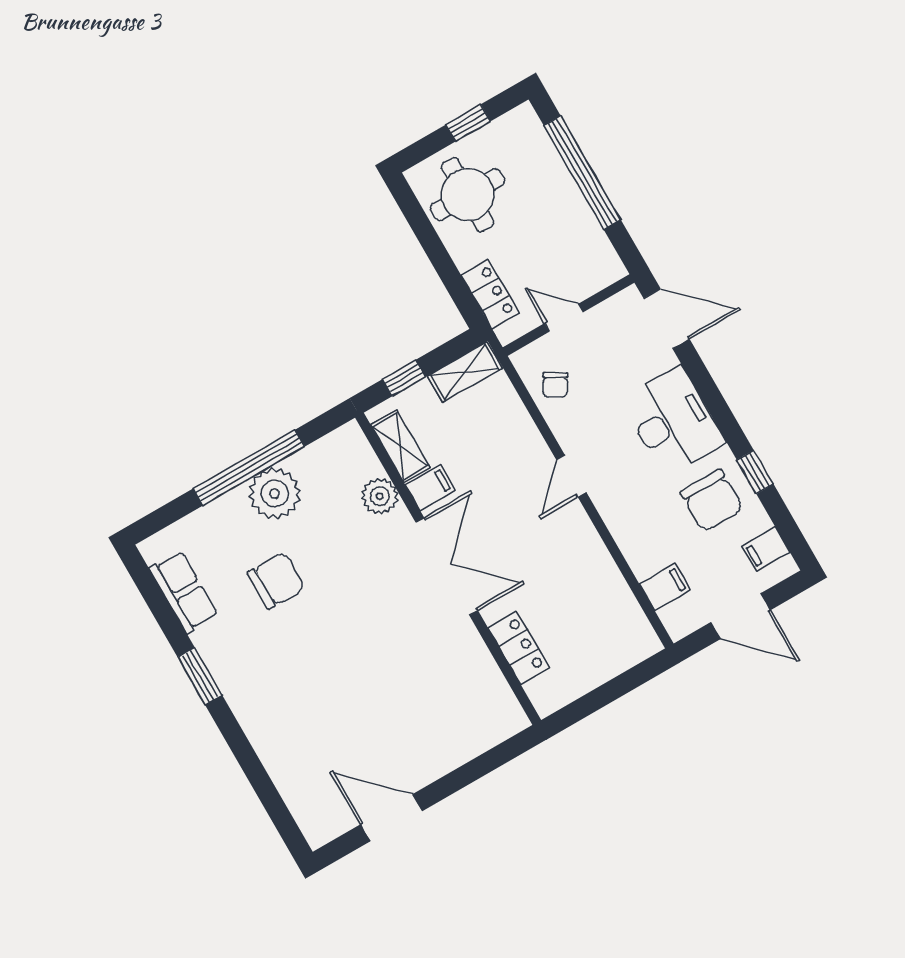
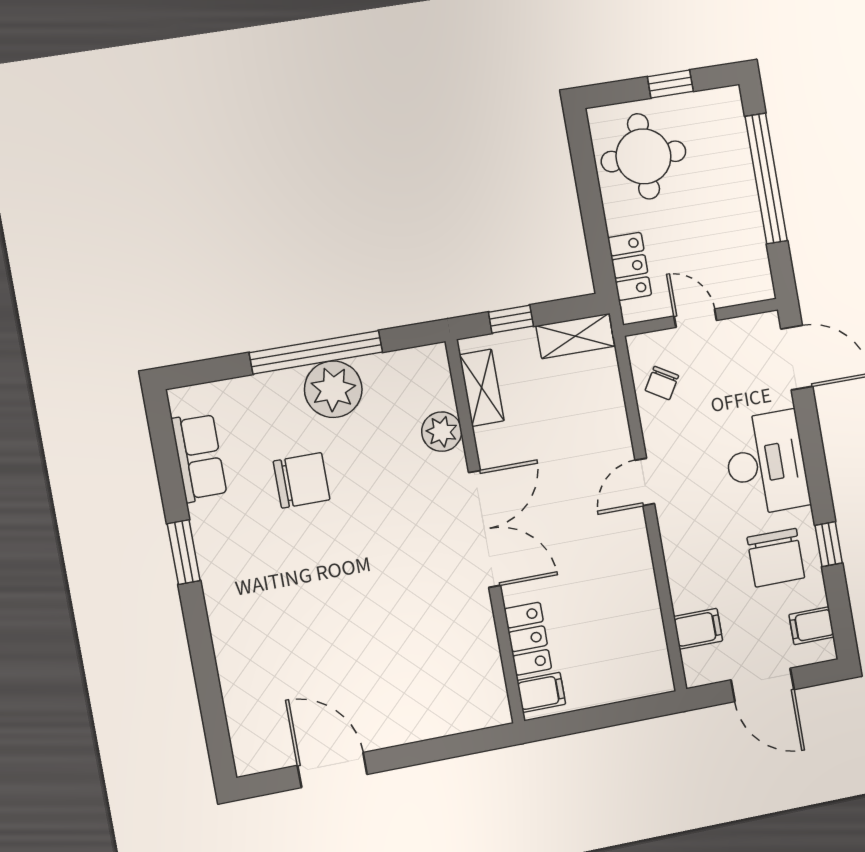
filing cabinet: (430, 488) -> (541, 692), moved

